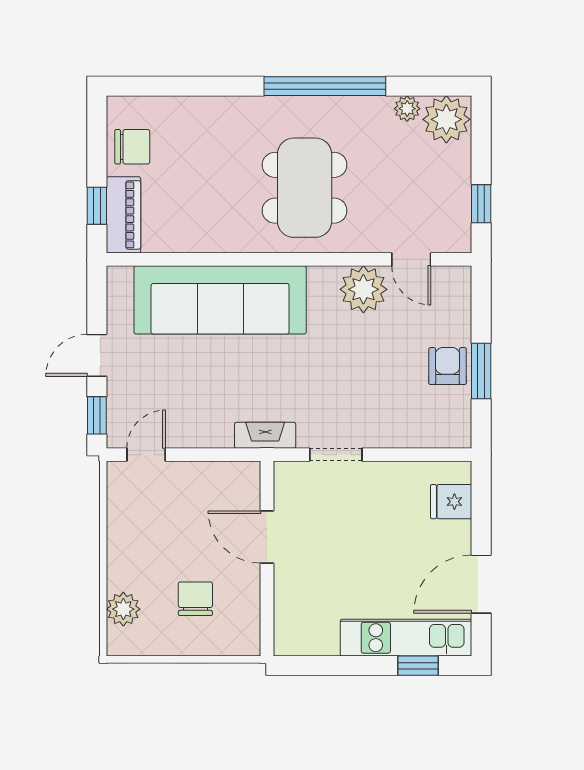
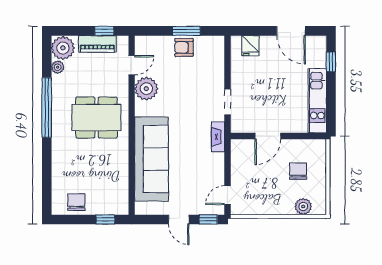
piano: (123, 215) -> (97, 44), moved, turned 180
door: (146, 455) -> (227, 195), hinge flipped
chair: (195, 599) -> (298, 171), turned 90
kitchen unit: (406, 638) -> (317, 101), moved

